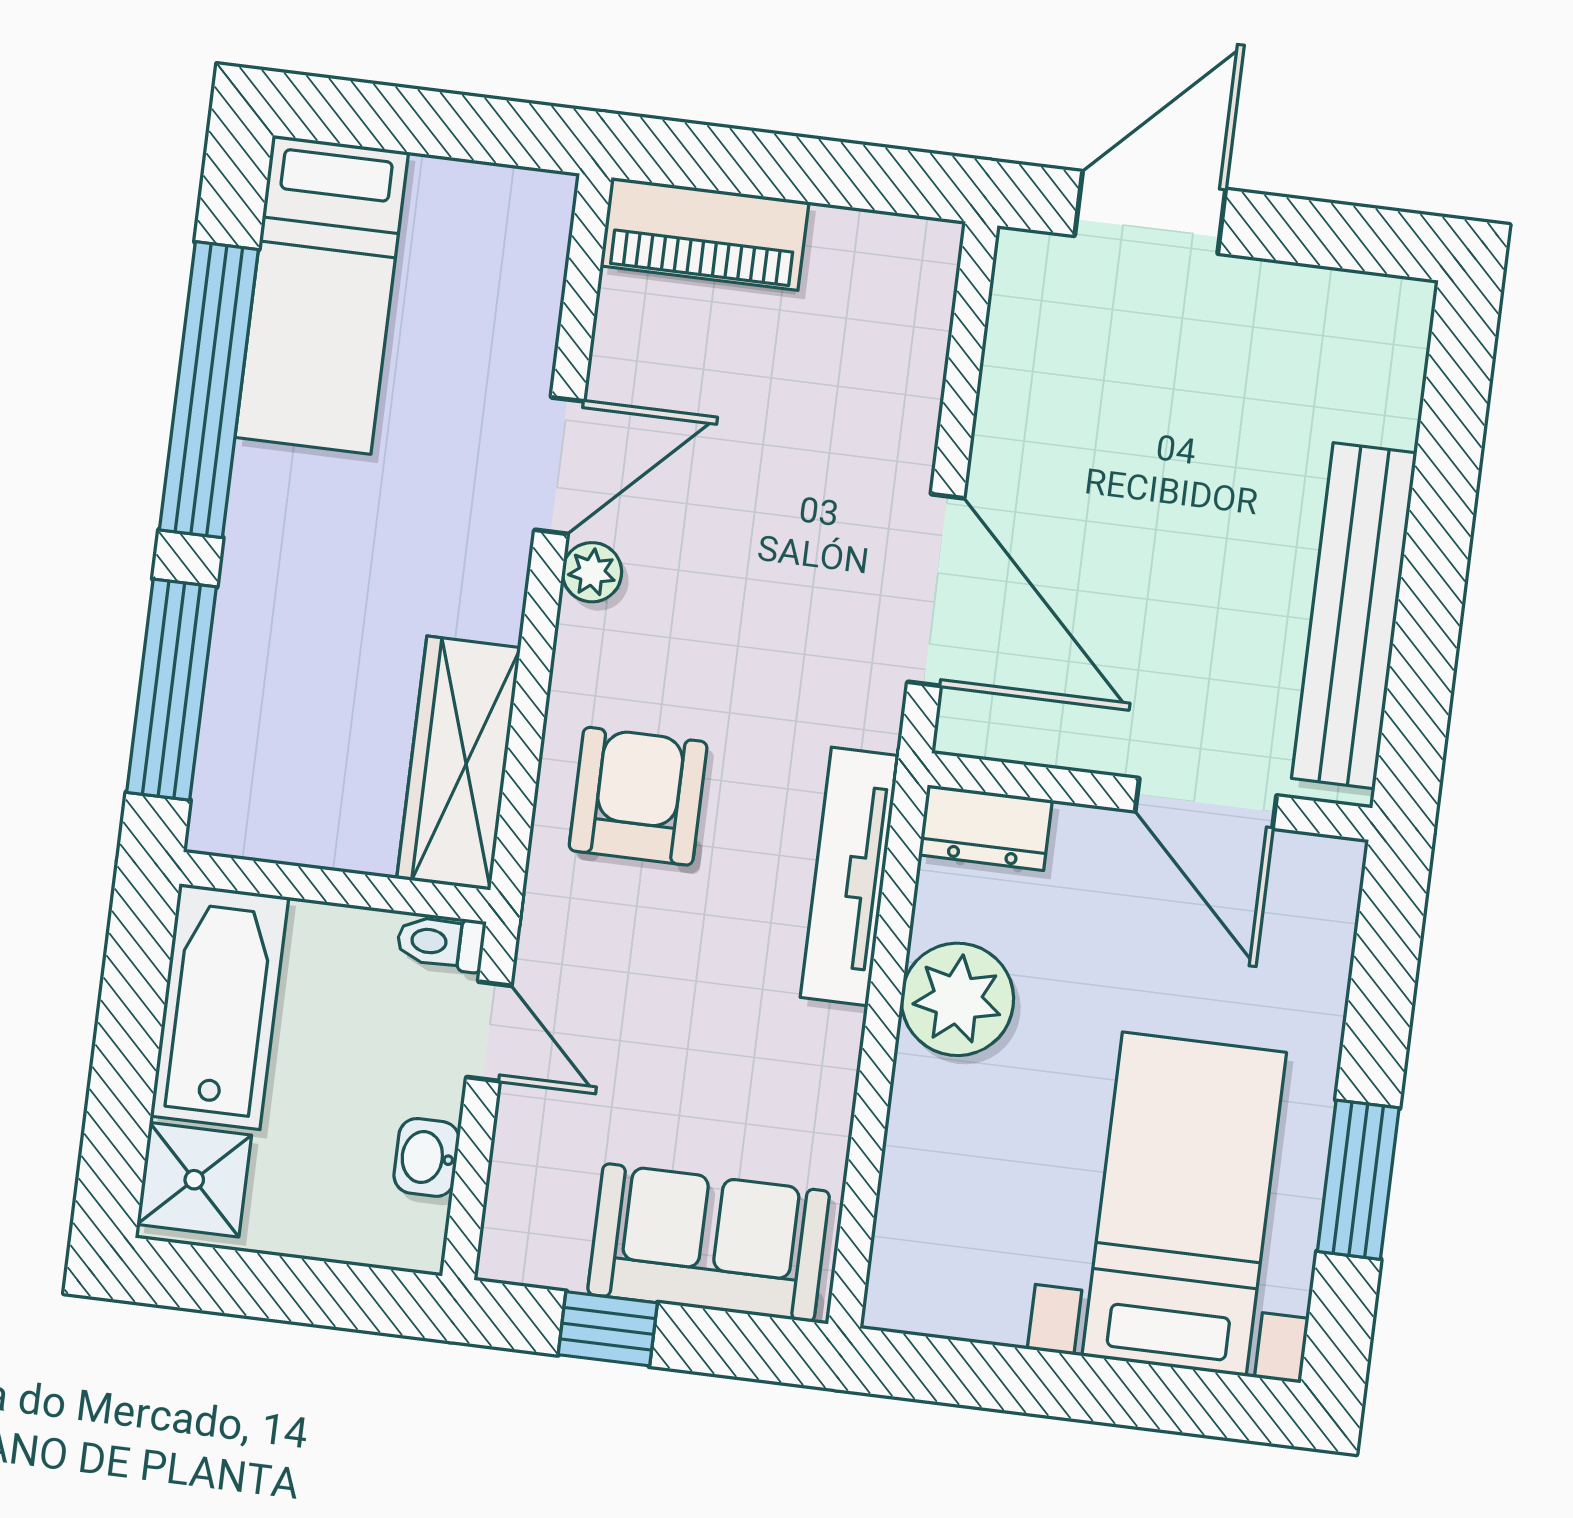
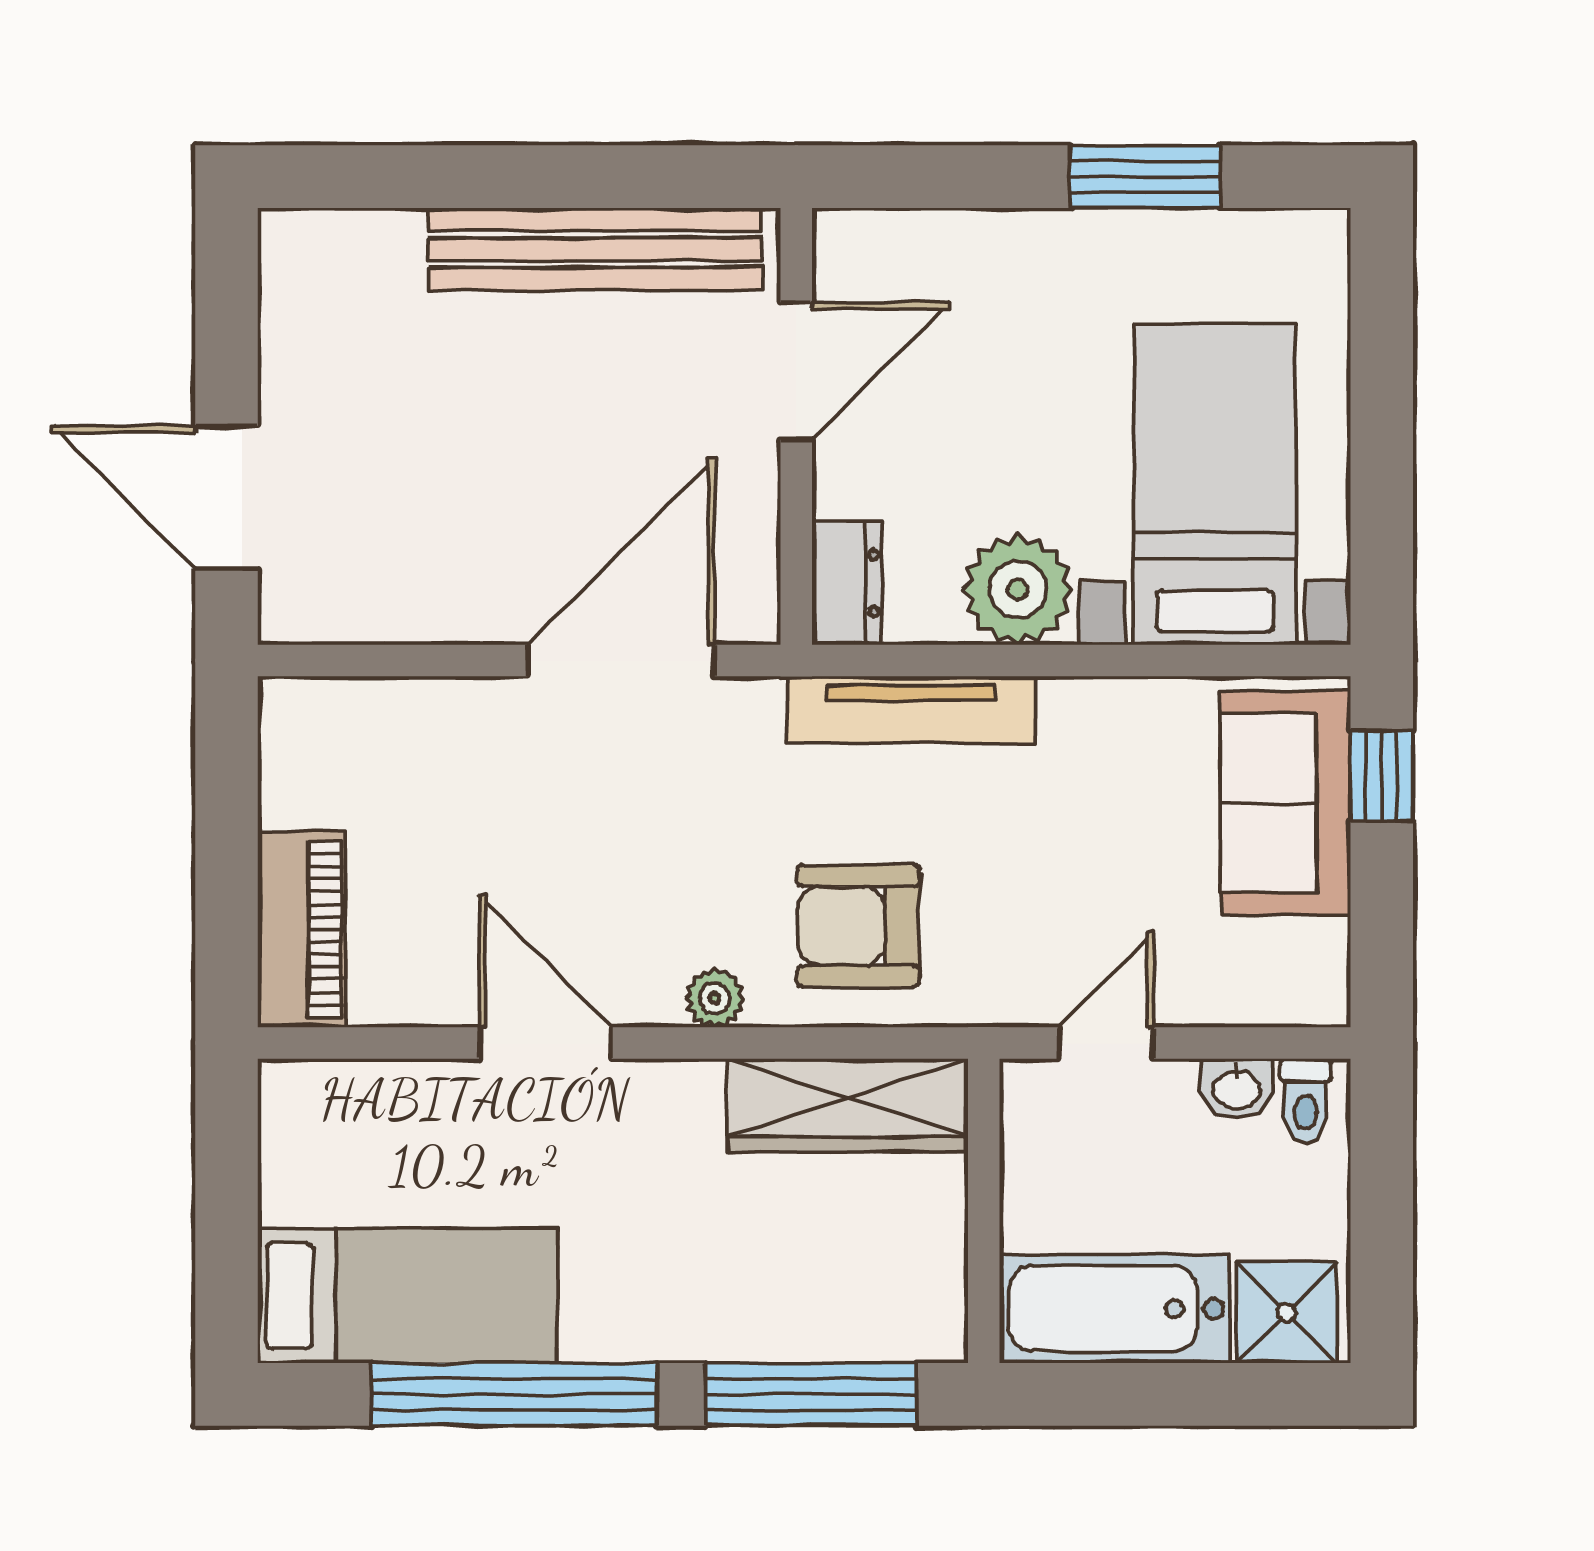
plant: (592, 572) -> (714, 998), moved
toilet: (441, 942) -> (1306, 1101), moved
bed with nightstands: (1184, 1204) -> (1215, 484), moved, turned 90
window: (608, 1329) -> (1382, 776), moved

